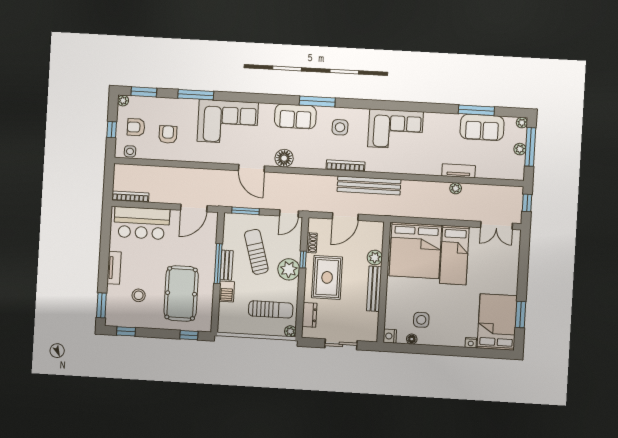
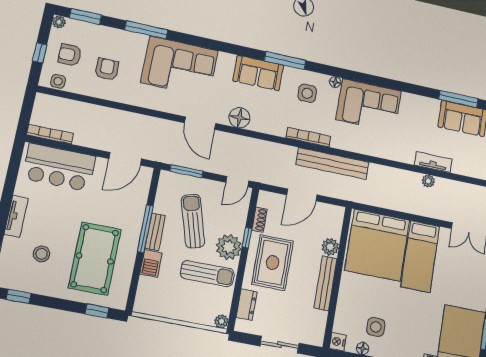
floor lamp: (363, 113) -> (335, 82), added
sun lounger: (271, 309) -> (207, 274), moved

